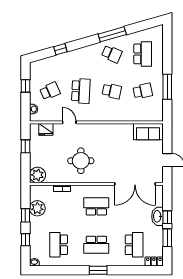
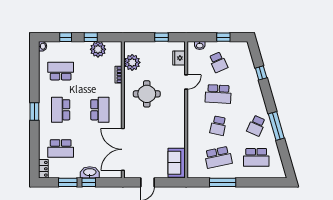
school desk: (143, 91) -> (218, 157), width x1.85
plant: (37, 175) -> (132, 62), moved

